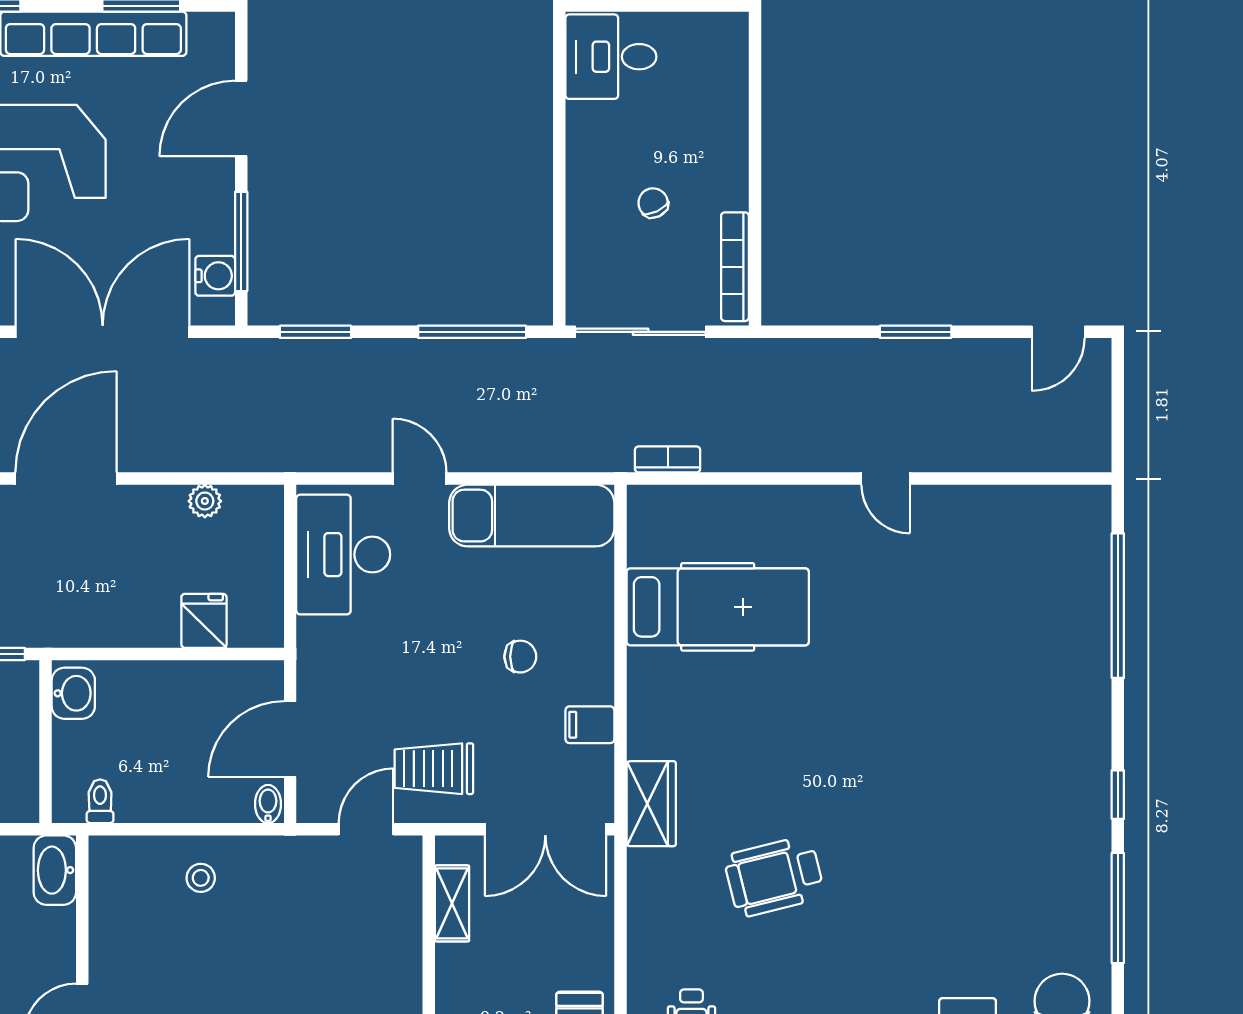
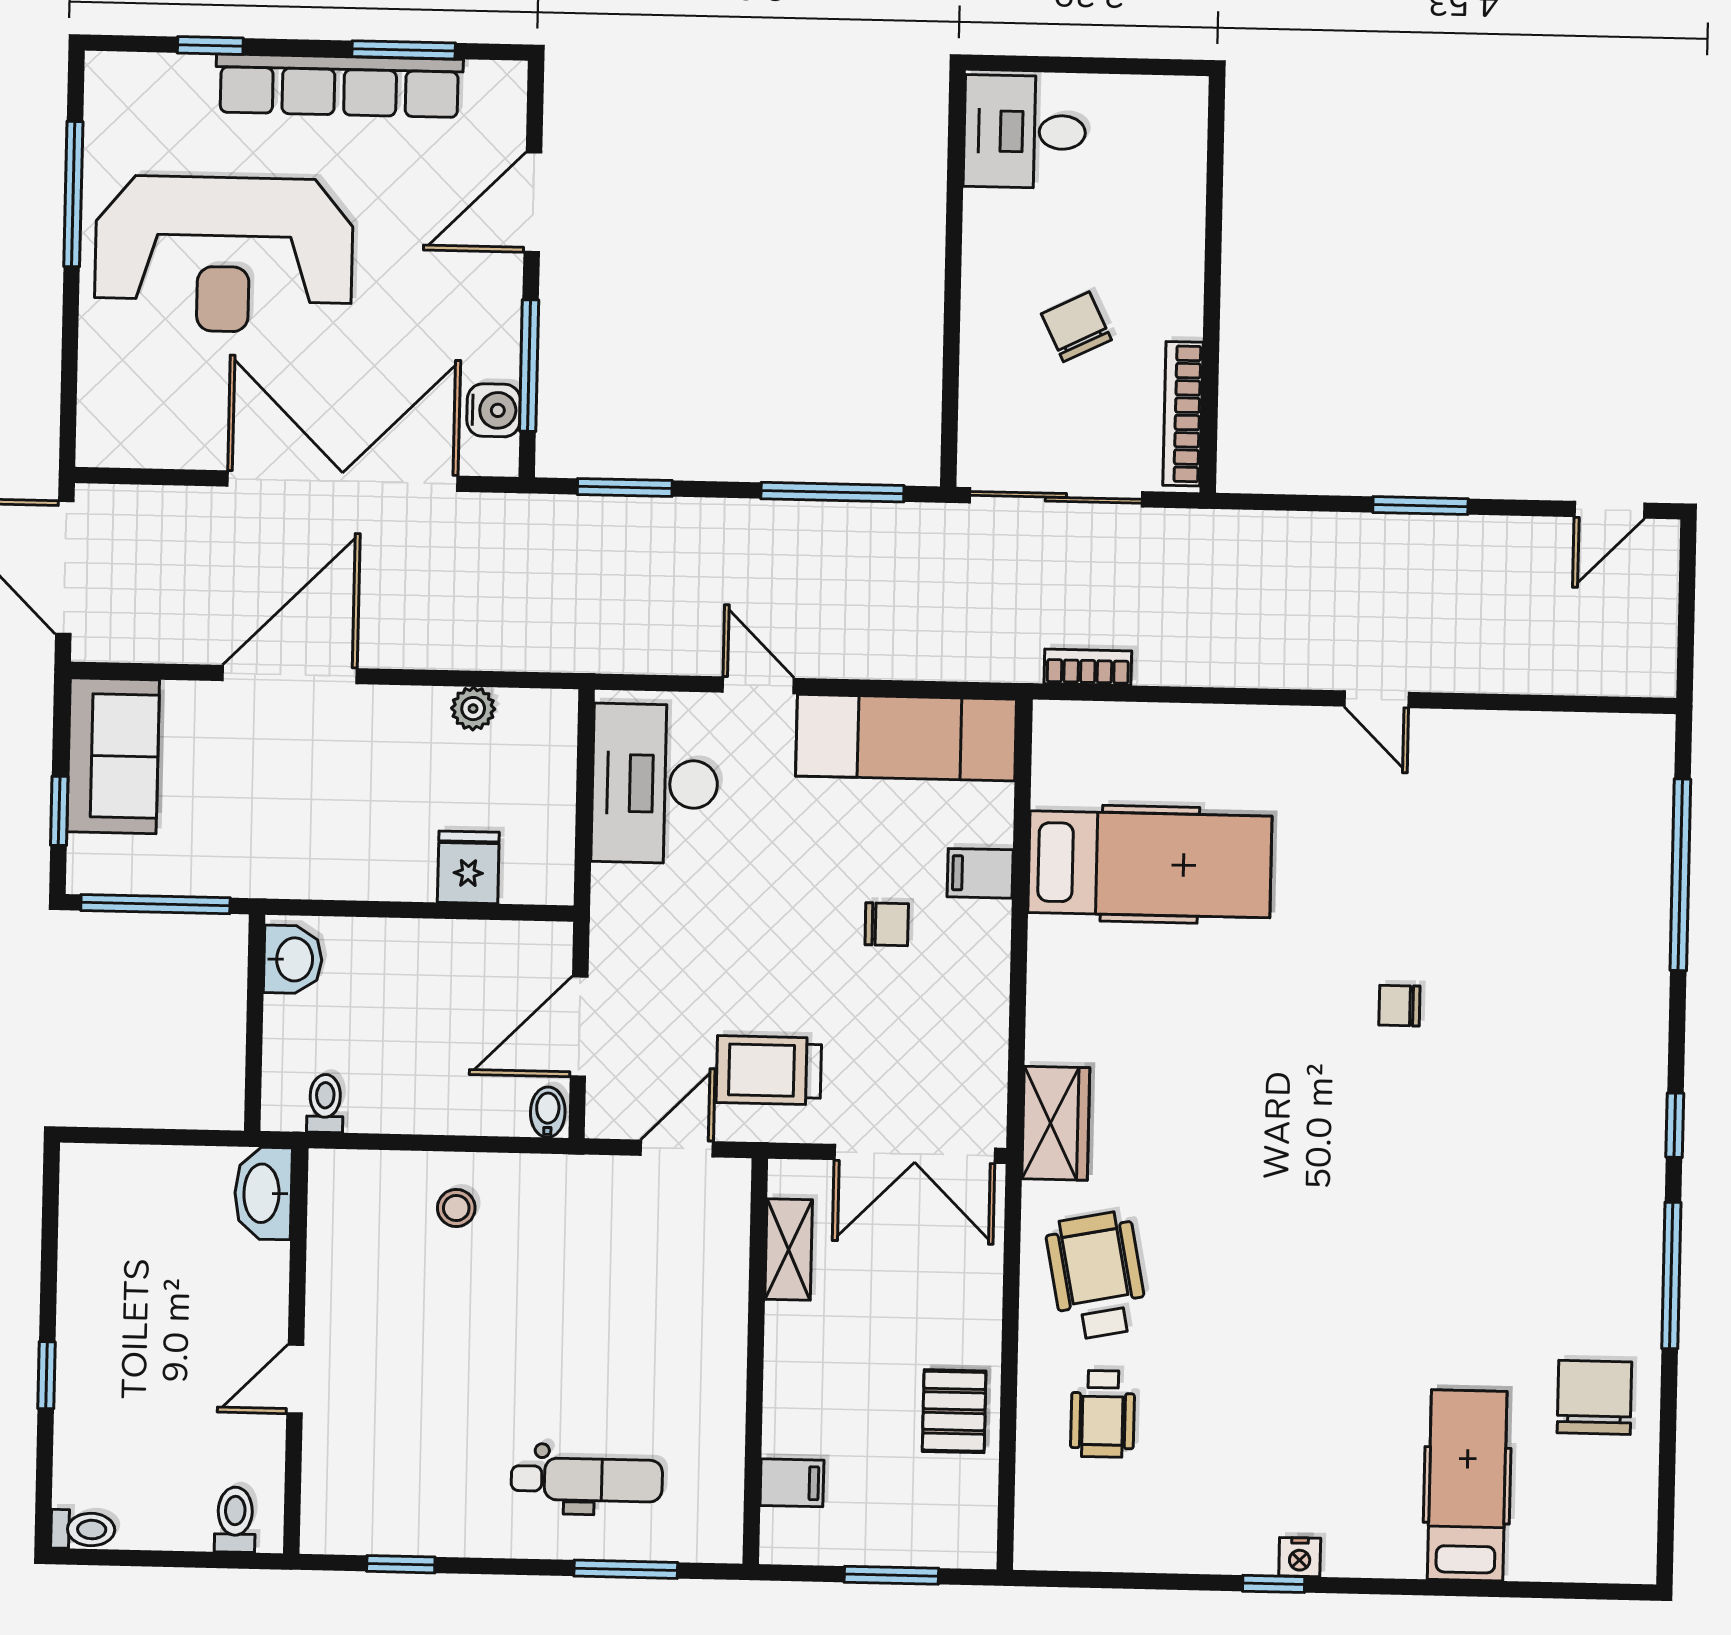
chair: (653, 203) -> (1076, 327), width x1.37, depth x1.37
chair: (908, 709) -> (1399, 1006), added
filing cabinet: (590, 725) -> (980, 873), moved
wheelchair: (774, 877) -> (1097, 1276), moved, turned 93

